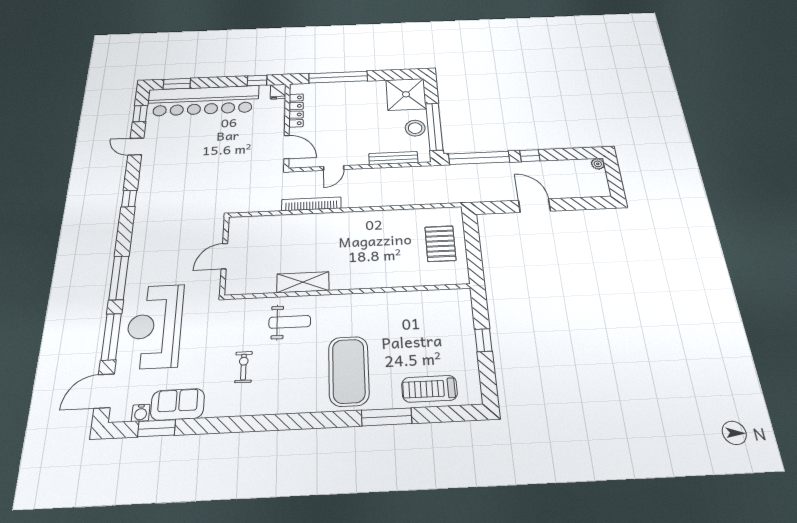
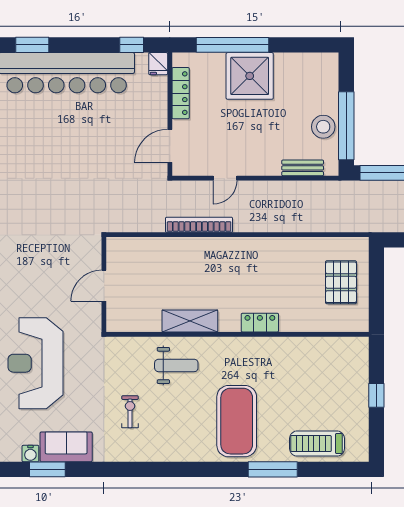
shower: (406, 94) -> (250, 76), moved
door: (287, 147) -> (170, 146), swing flipped
bench: (393, 158) -> (303, 168), width x0.73
locker: (368, 281) -> (260, 323), added

